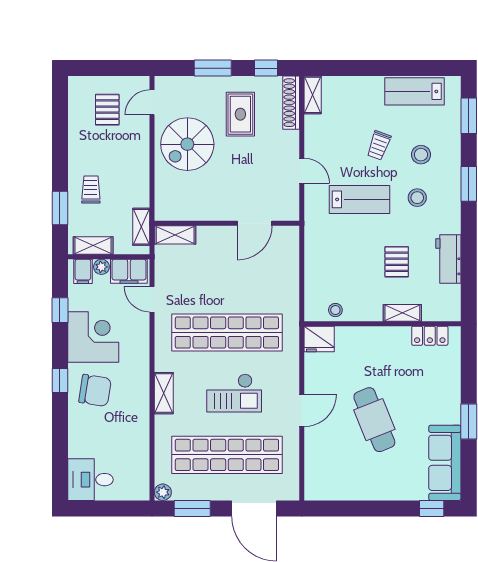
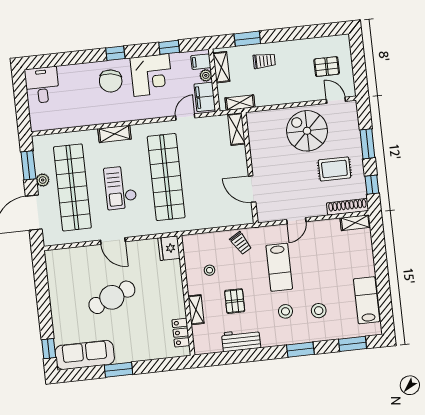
trolley: (379, 145) -> (241, 243), moved, turned -141
pallet: (397, 262) -> (235, 301), turned 90
stool: (335, 310) -> (210, 270), moved
plant: (163, 492) -> (43, 180), moved

